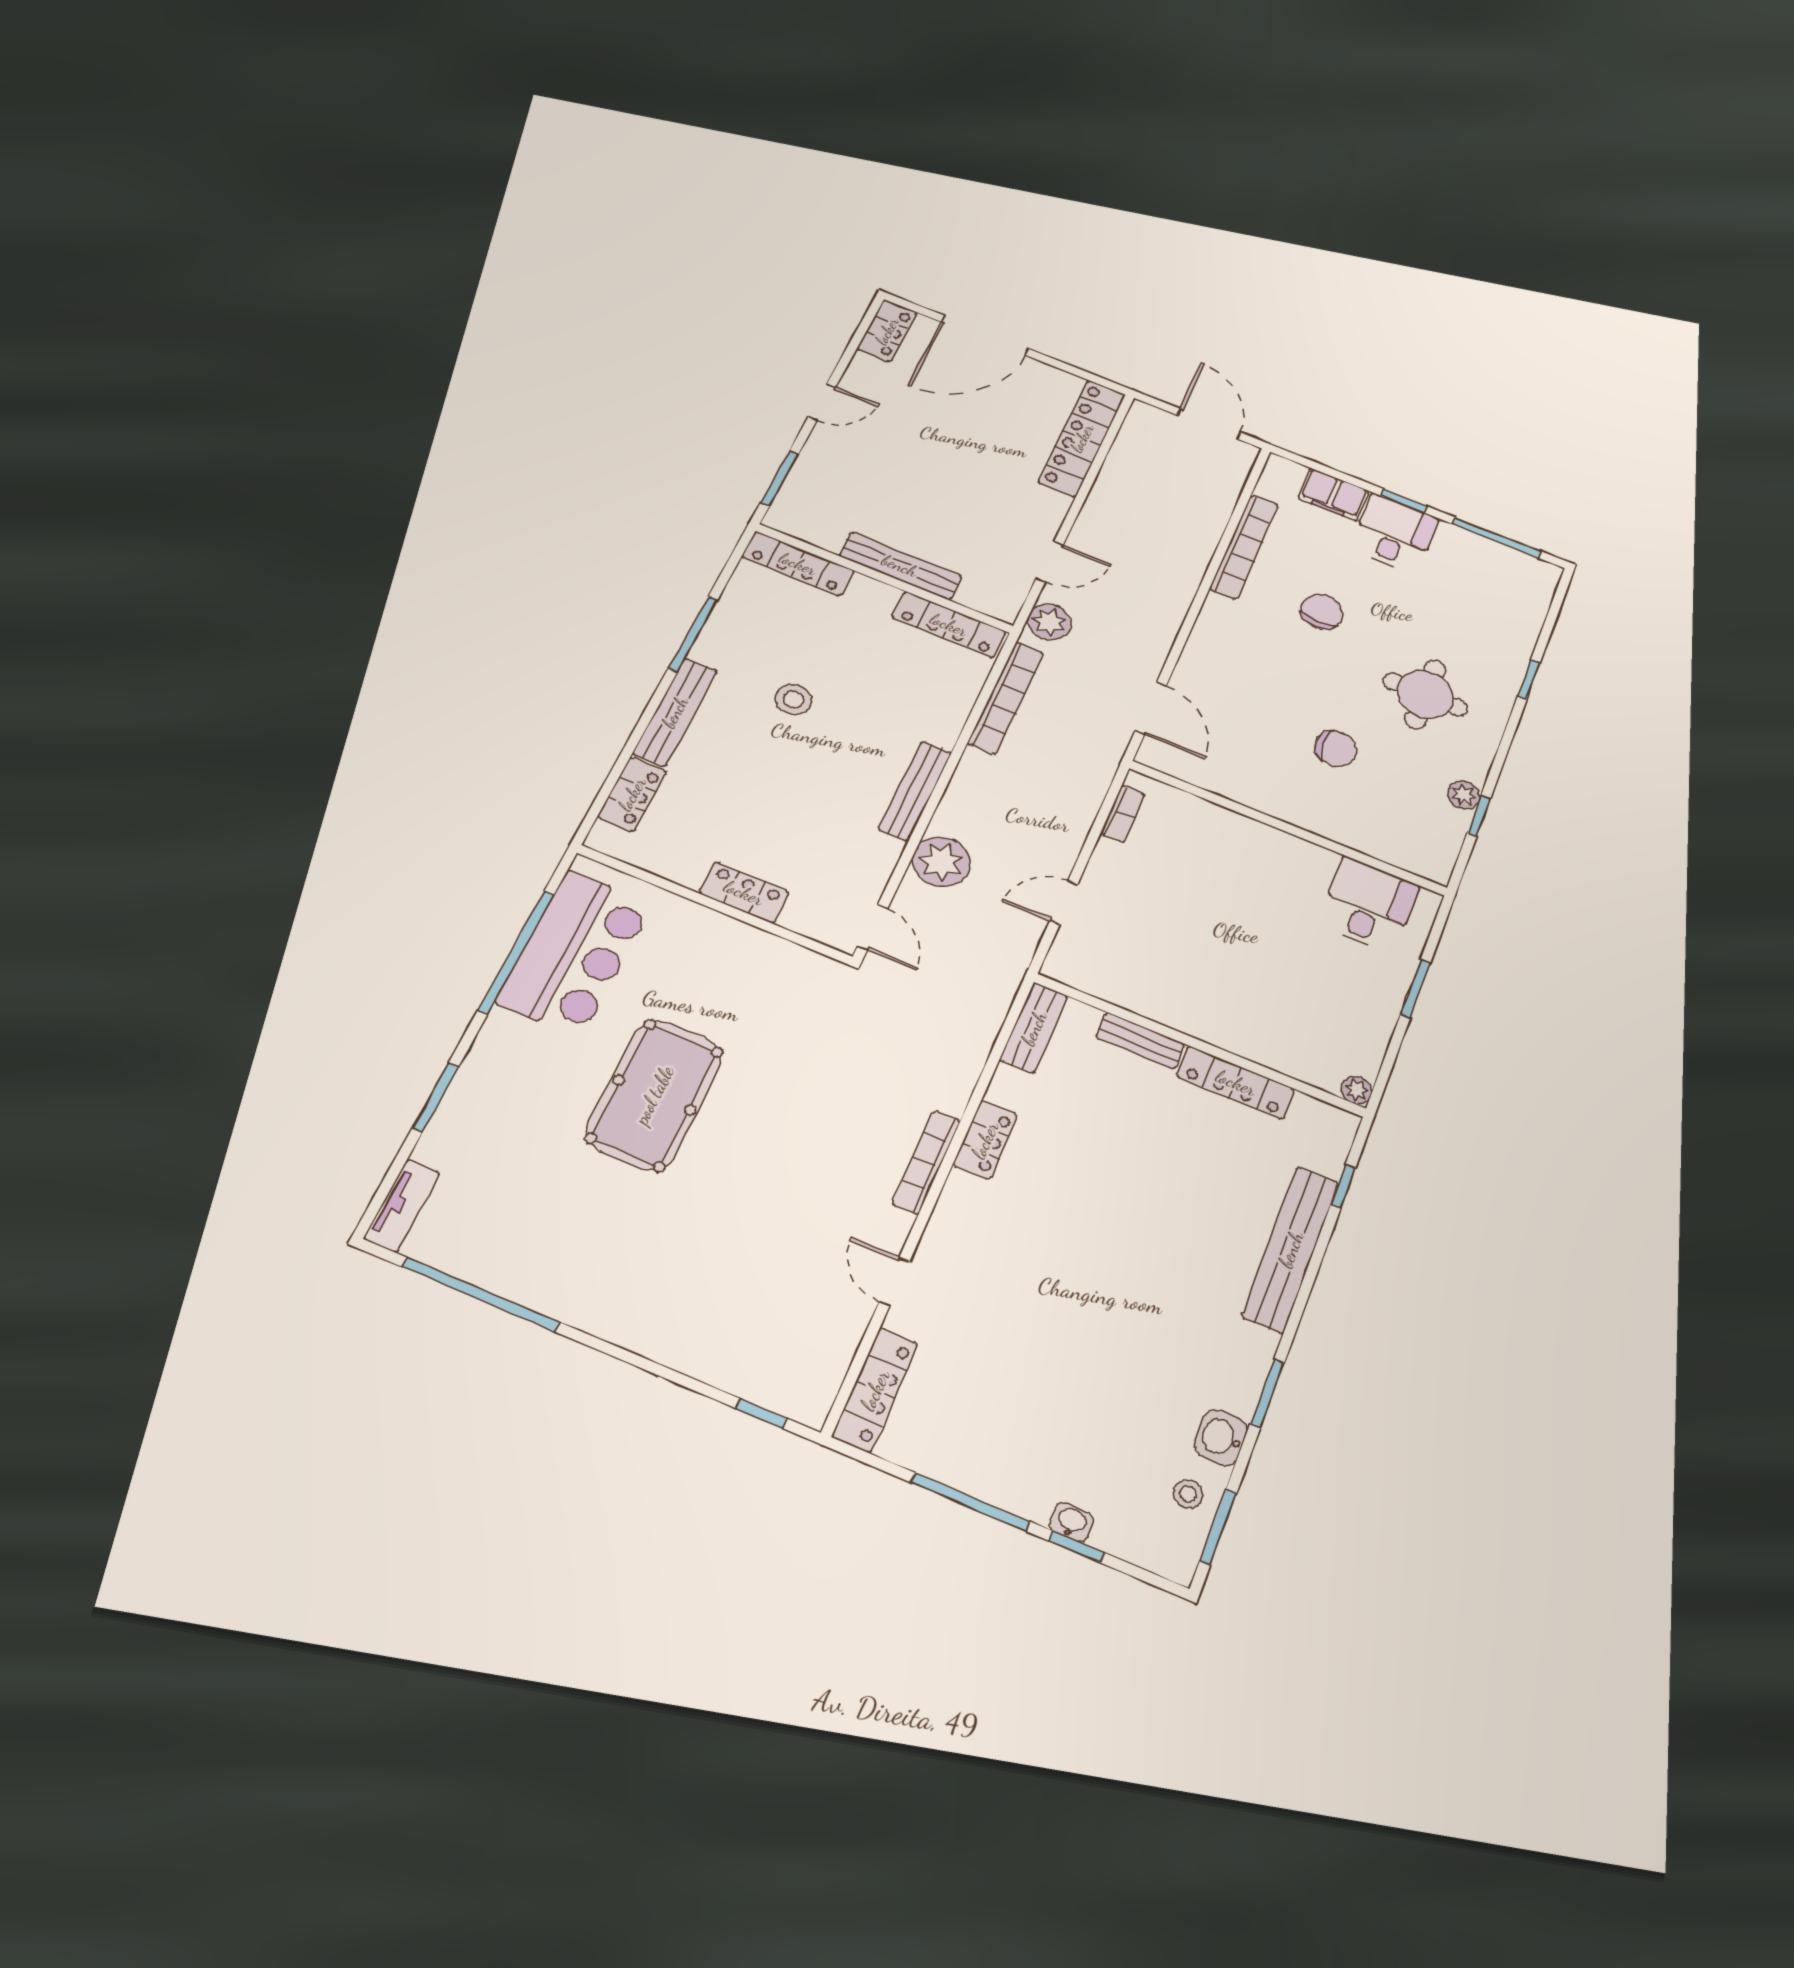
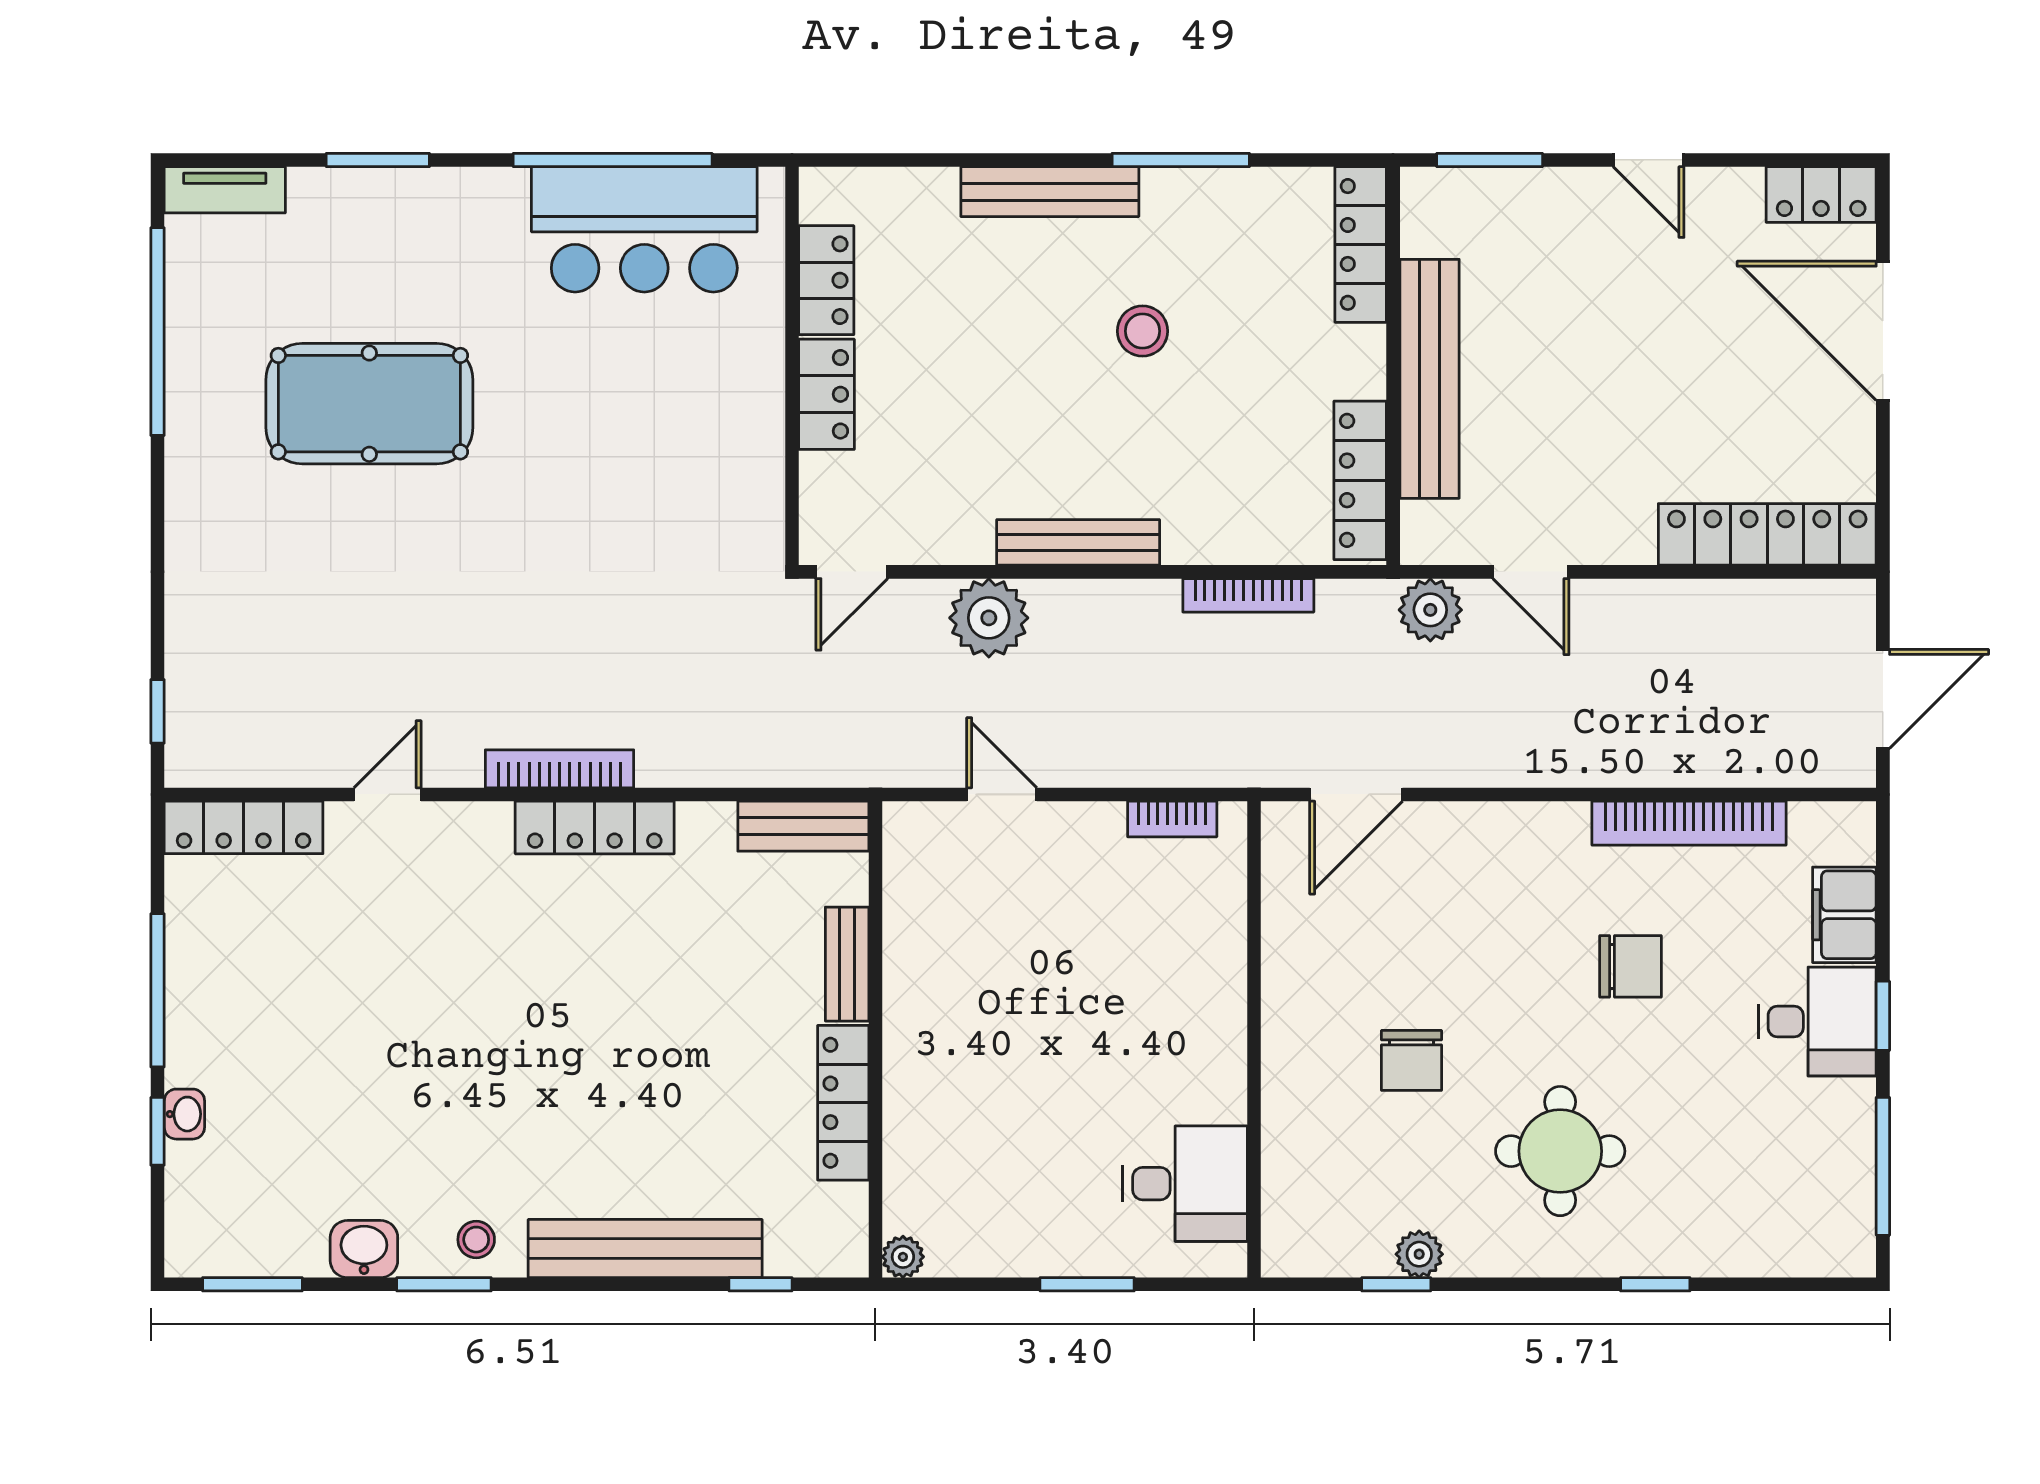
bench: (900, 566) -> (1430, 379), width x1.37, depth x1.21
bookcase: (1006, 698) -> (1248, 595), width x0.68, depth x0.76
locker: (632, 794) -> (826, 280), moved, turned -90
pool table: (654, 1095) -> (369, 404), moved
locker: (985, 1140) -> (595, 827), width x1.53
stool: (1188, 1494) -> (476, 1240), moved

